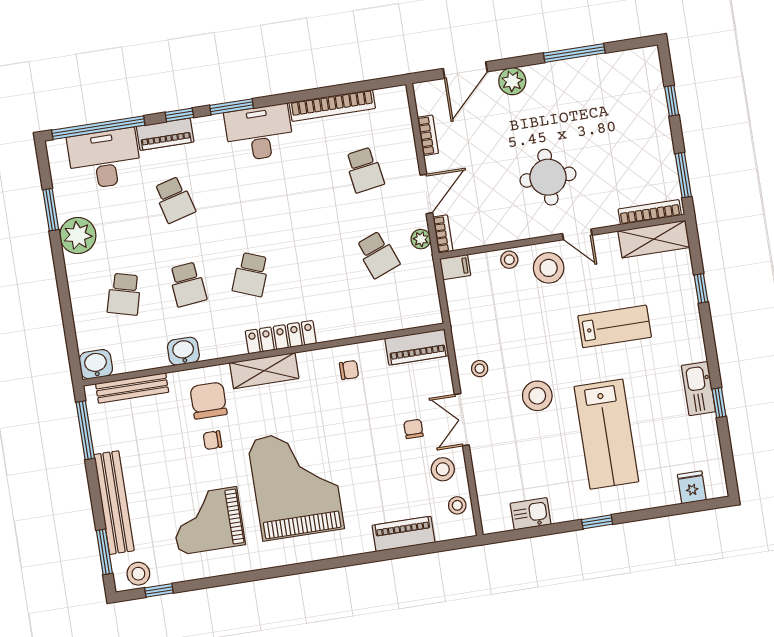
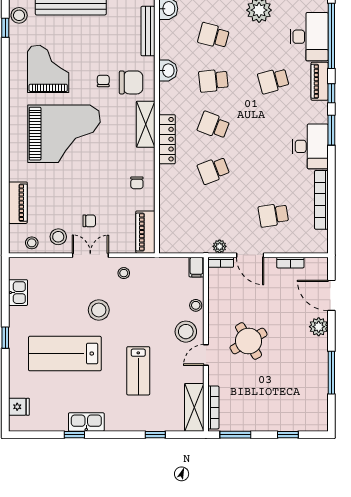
round table: (548, 177) -> (249, 341), turned -30
school desk: (378, 255) -> (214, 170), moved

